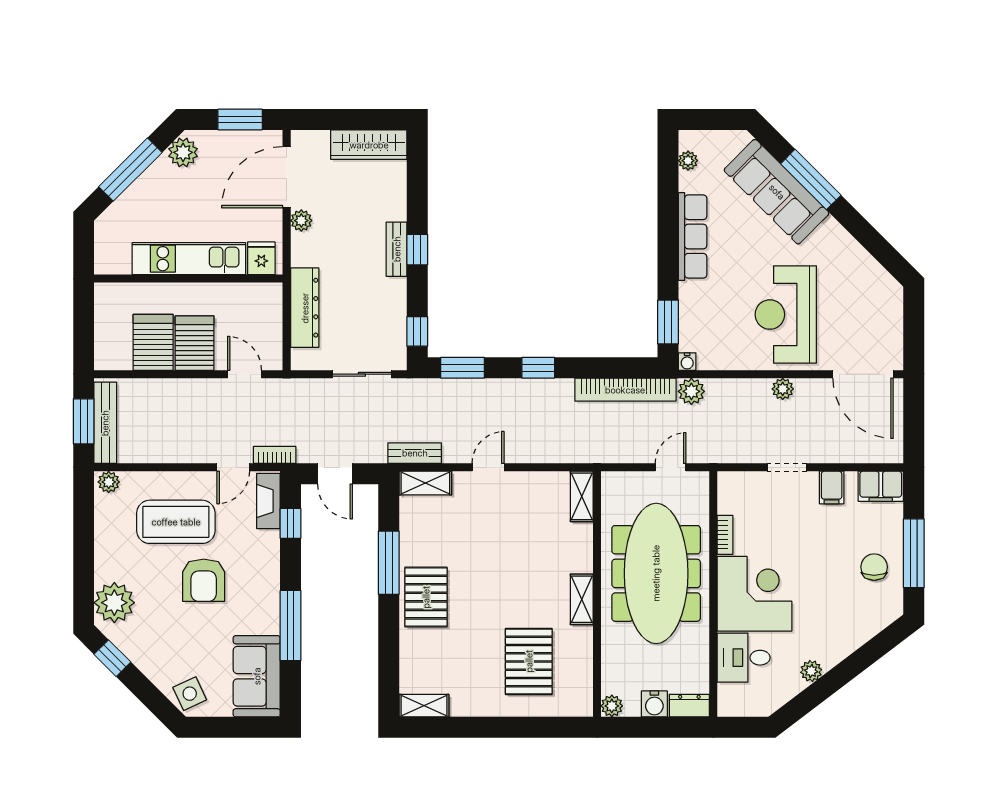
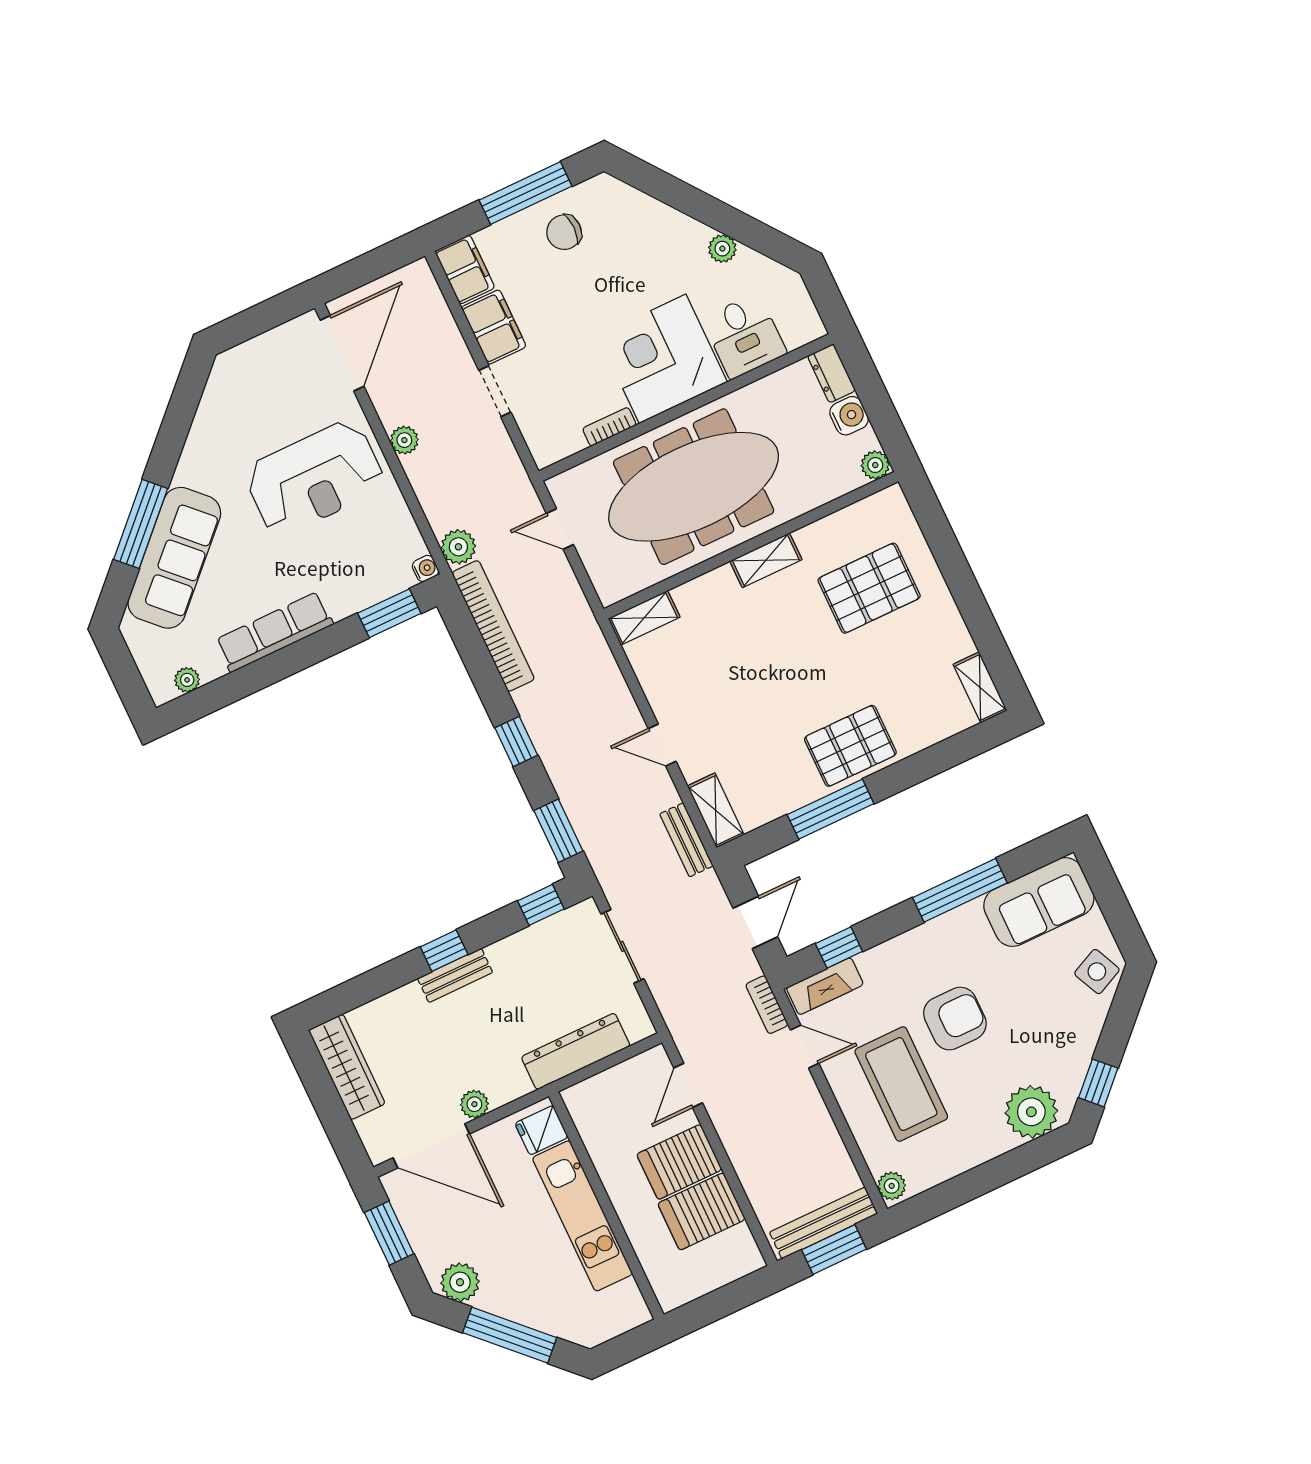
filing cabinet: (832, 488) -> (494, 327), width x2.00

